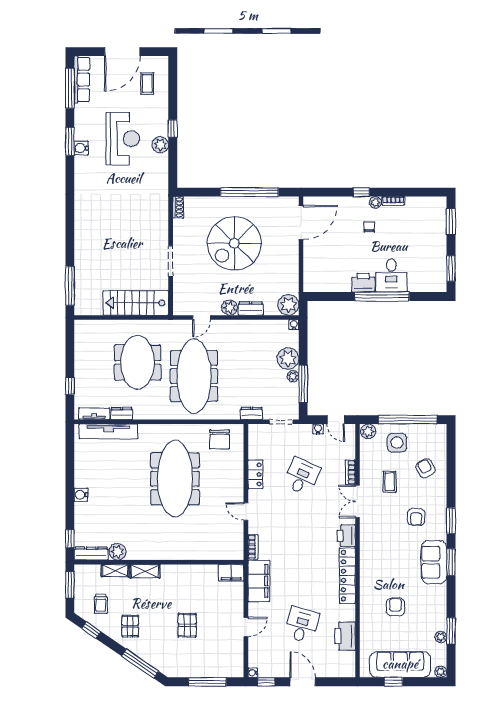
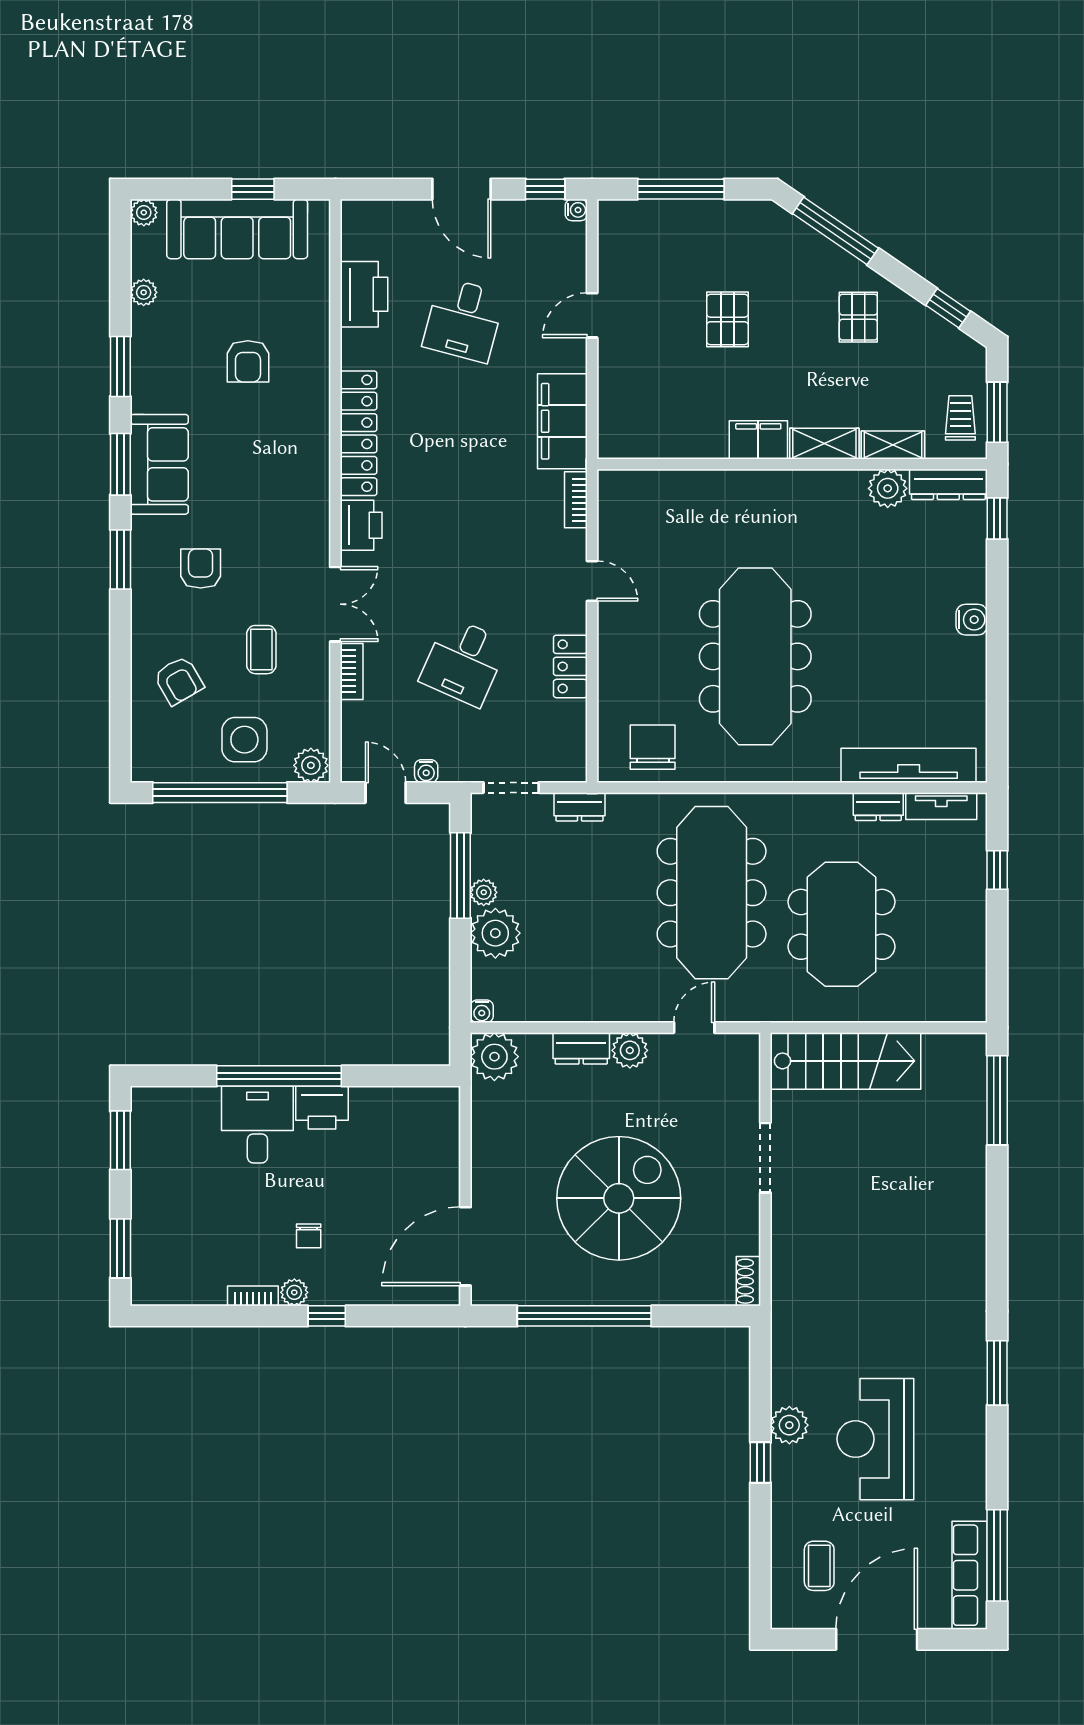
window: (70, 141) -> (997, 1373), moved
water cooler: (81, 148) -> (971, 1417), removed
filing cabinet: (231, 573) -> (758, 440), moved
trolley: (101, 604) -> (960, 418), moved
window: (451, 631) -> (120, 366), moved

